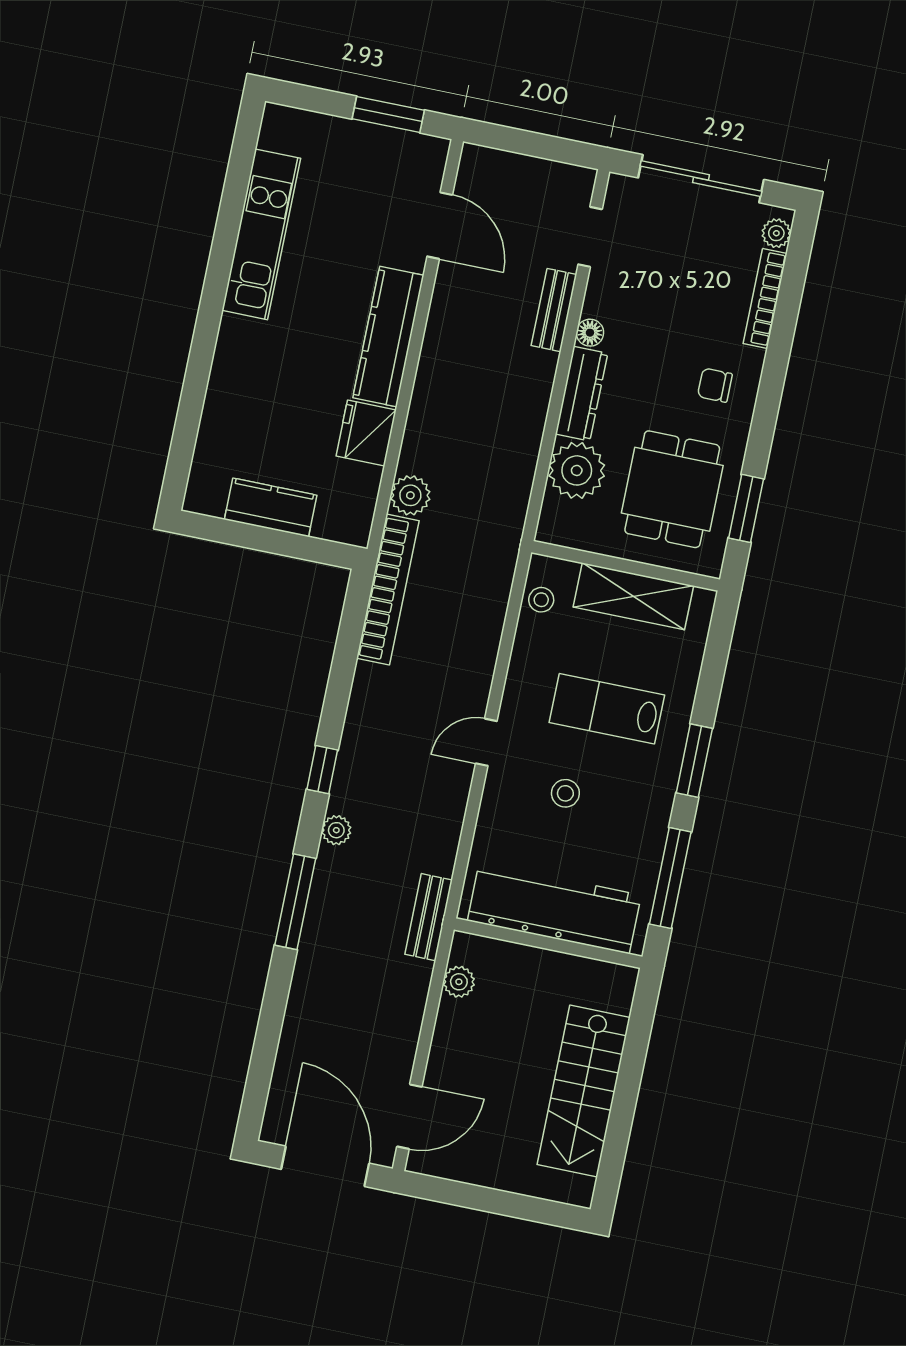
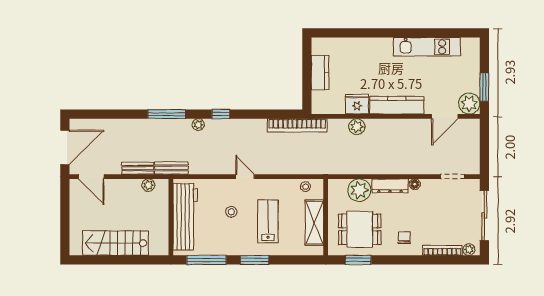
plant: (421, 159) -> (469, 104), added
bench: (554, 310) -> (138, 168), moved
plant: (410, 495) -> (357, 127), moved

